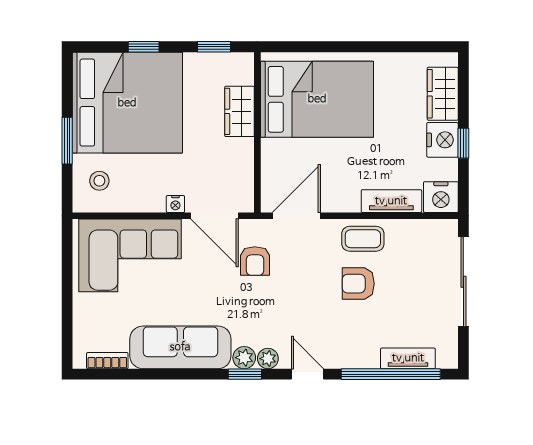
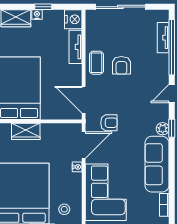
nightstand: (443, 140) -> (37, 15), width x0.53, depth x0.56
plant: (268, 359) -> (163, 116), removed

